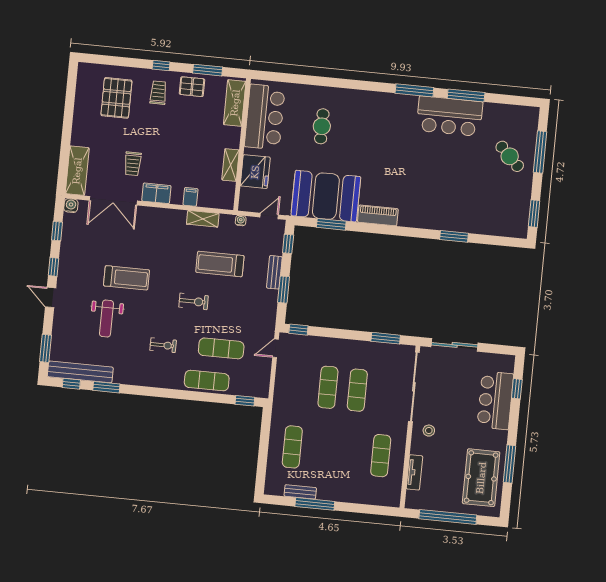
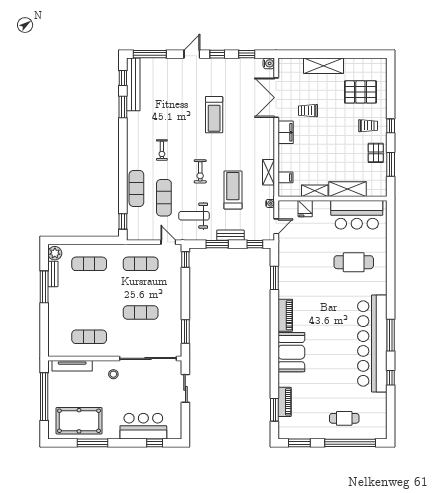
window: (466, 95) -> (391, 378), width x0.46
shelving: (235, 103) -> (348, 189), moved
bar counter: (450, 116) -> (372, 344), width x1.86
cafe table: (322, 126) -> (354, 262), width x1.37, depth x1.35
window: (540, 152) -> (350, 443), width x1.46
cafe table: (510, 156) -> (344, 418), turned 45
shelving: (77, 171) -> (324, 66), moved
fridge: (255, 172) -> (305, 209), width x0.53, depth x0.75
booth: (326, 196) -> (291, 352), moved, width x0.73, depth x0.70
filing cabinet: (190, 197) -> (285, 177), moved
door: (269, 216) -> (276, 226), hinge flipped
piano: (483, 227) -> (285, 402), added
window: (454, 236) -> (274, 410), moved
weight bench: (106, 318) -> (194, 216), moved
sliding door: (455, 345) -> (185, 388), width x0.73
window: (46, 348) -> (150, 54), width x1.44
exercise mat: (328, 387) -> (141, 264), moved
tv unit: (414, 472) -> (72, 366), width x1.41
plant: (275, 487) -> (55, 253), added

